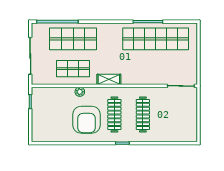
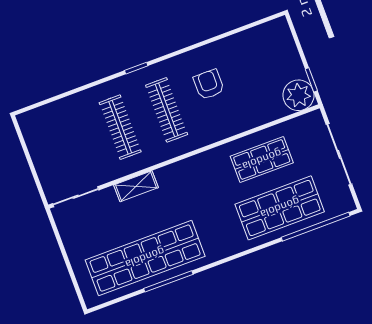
shelving: (109, 79) -> (136, 186), moved
plant: (80, 92) -> (298, 95), moved, width x1.87, depth x1.87
armchair: (87, 120) -> (209, 84), width x0.53, depth x0.53

